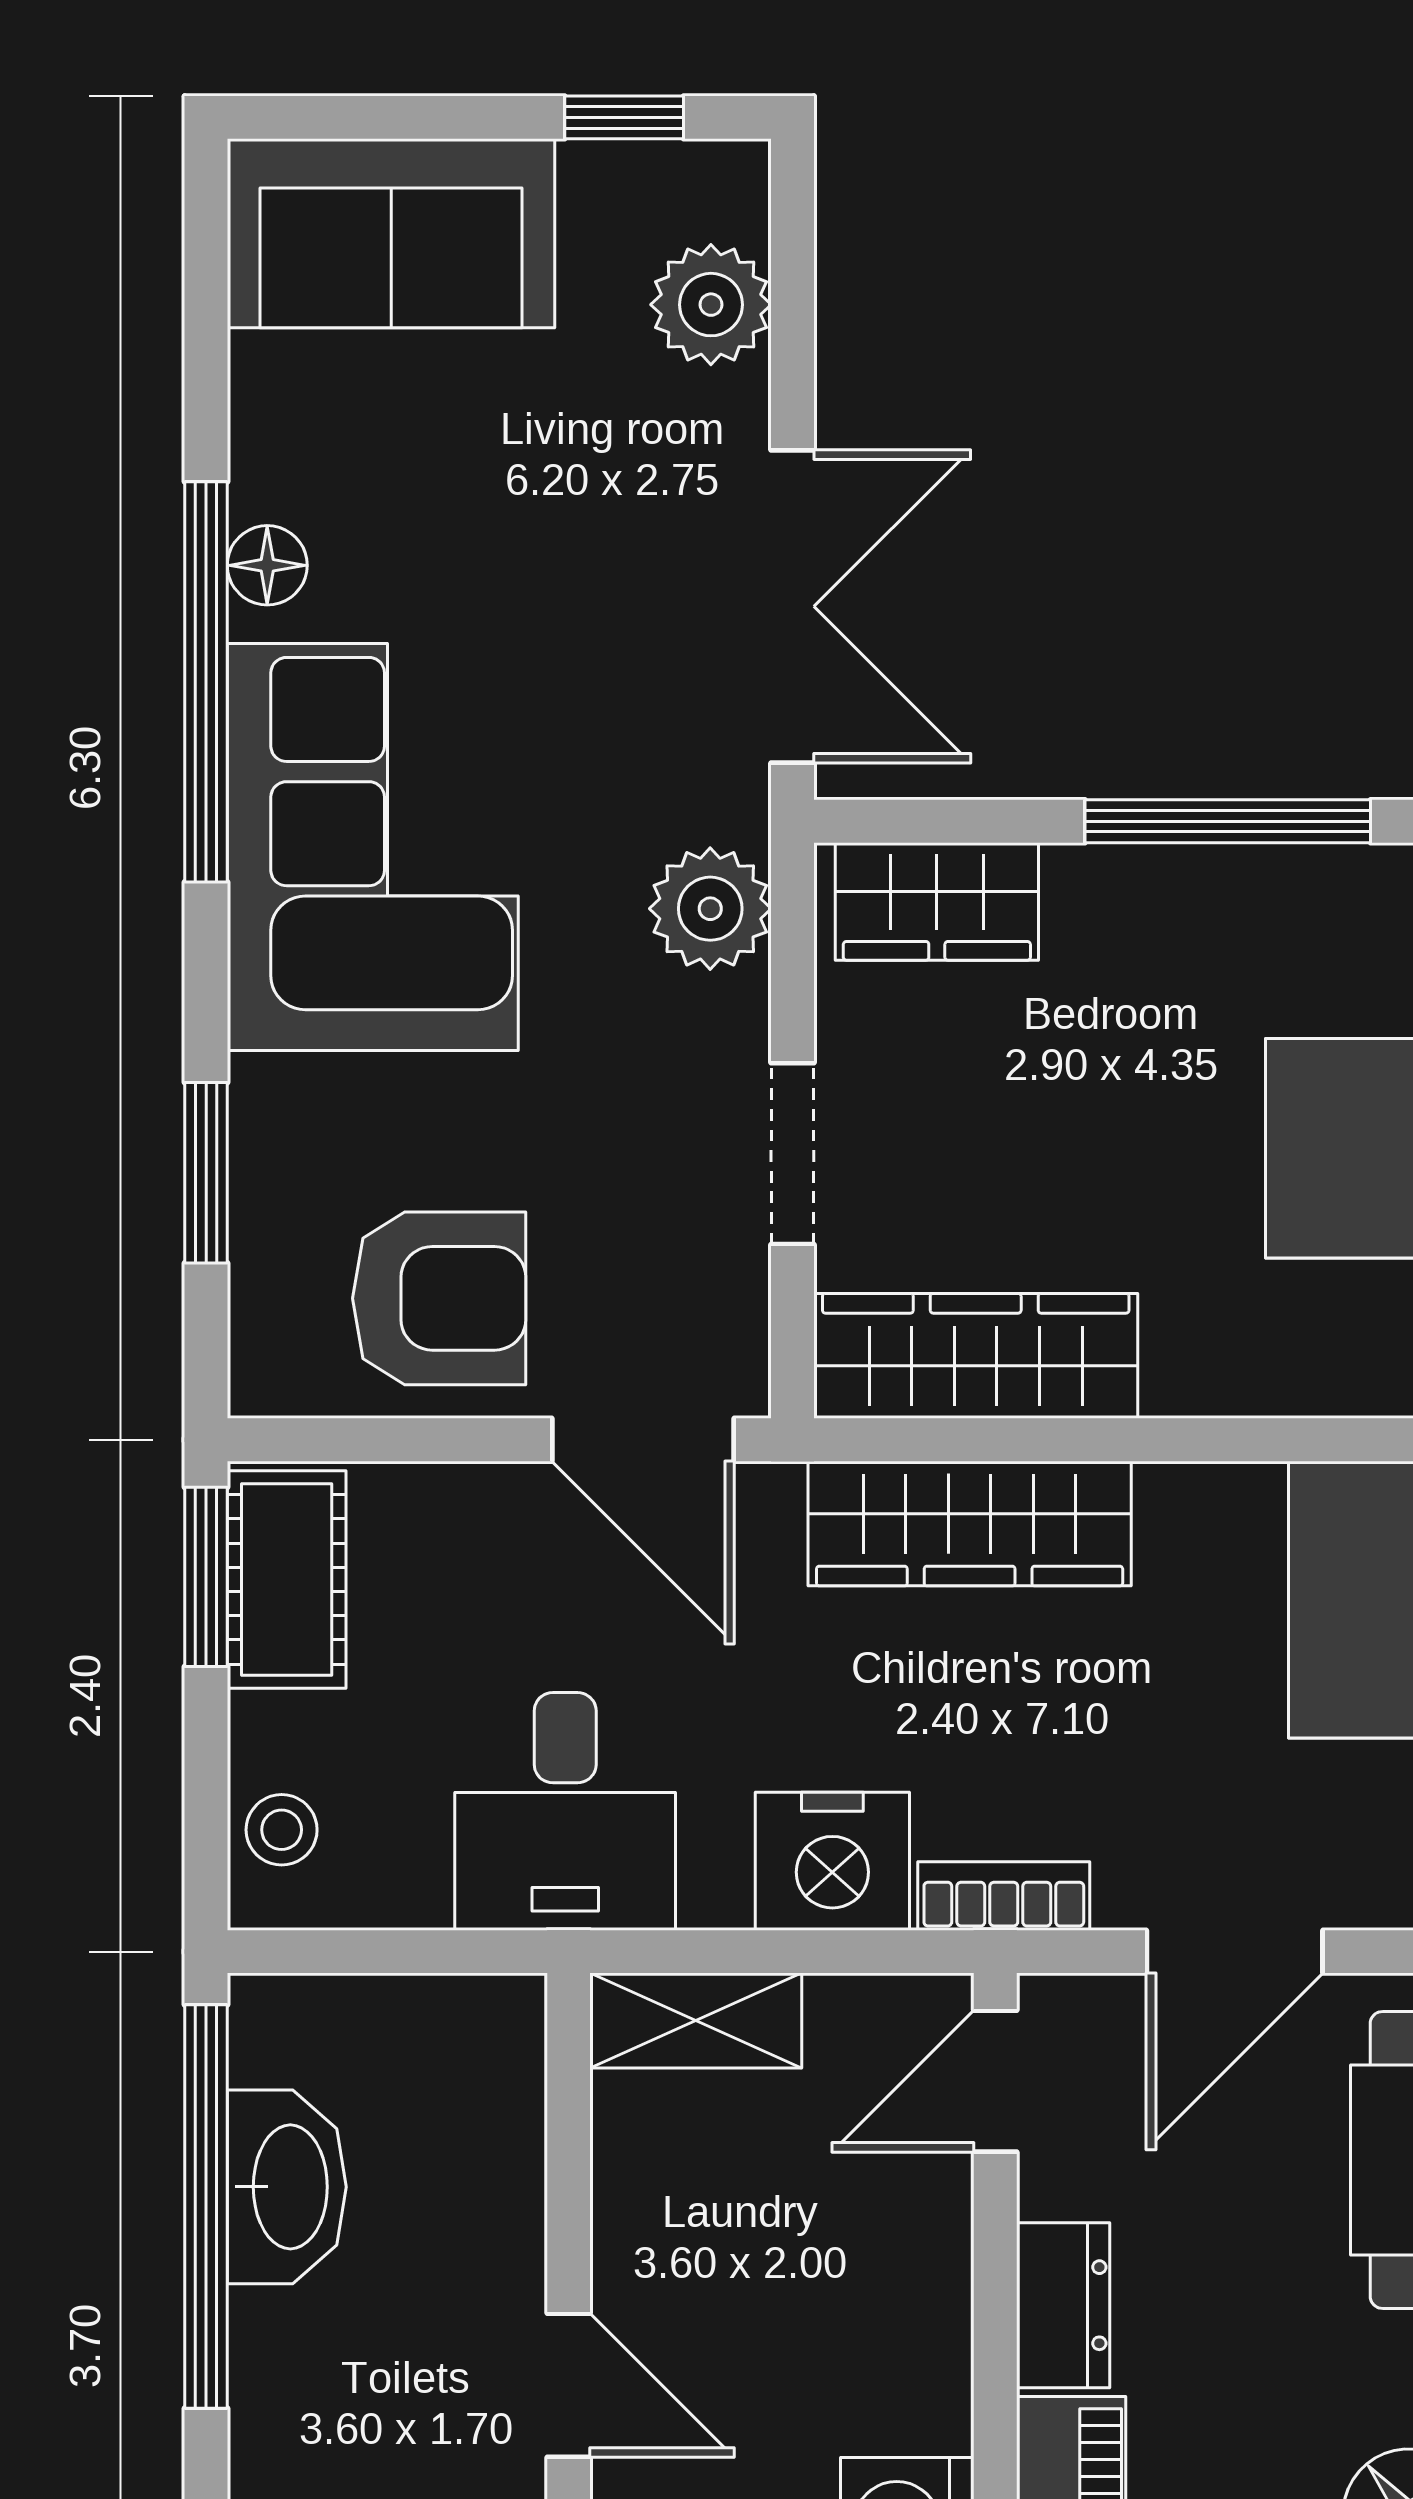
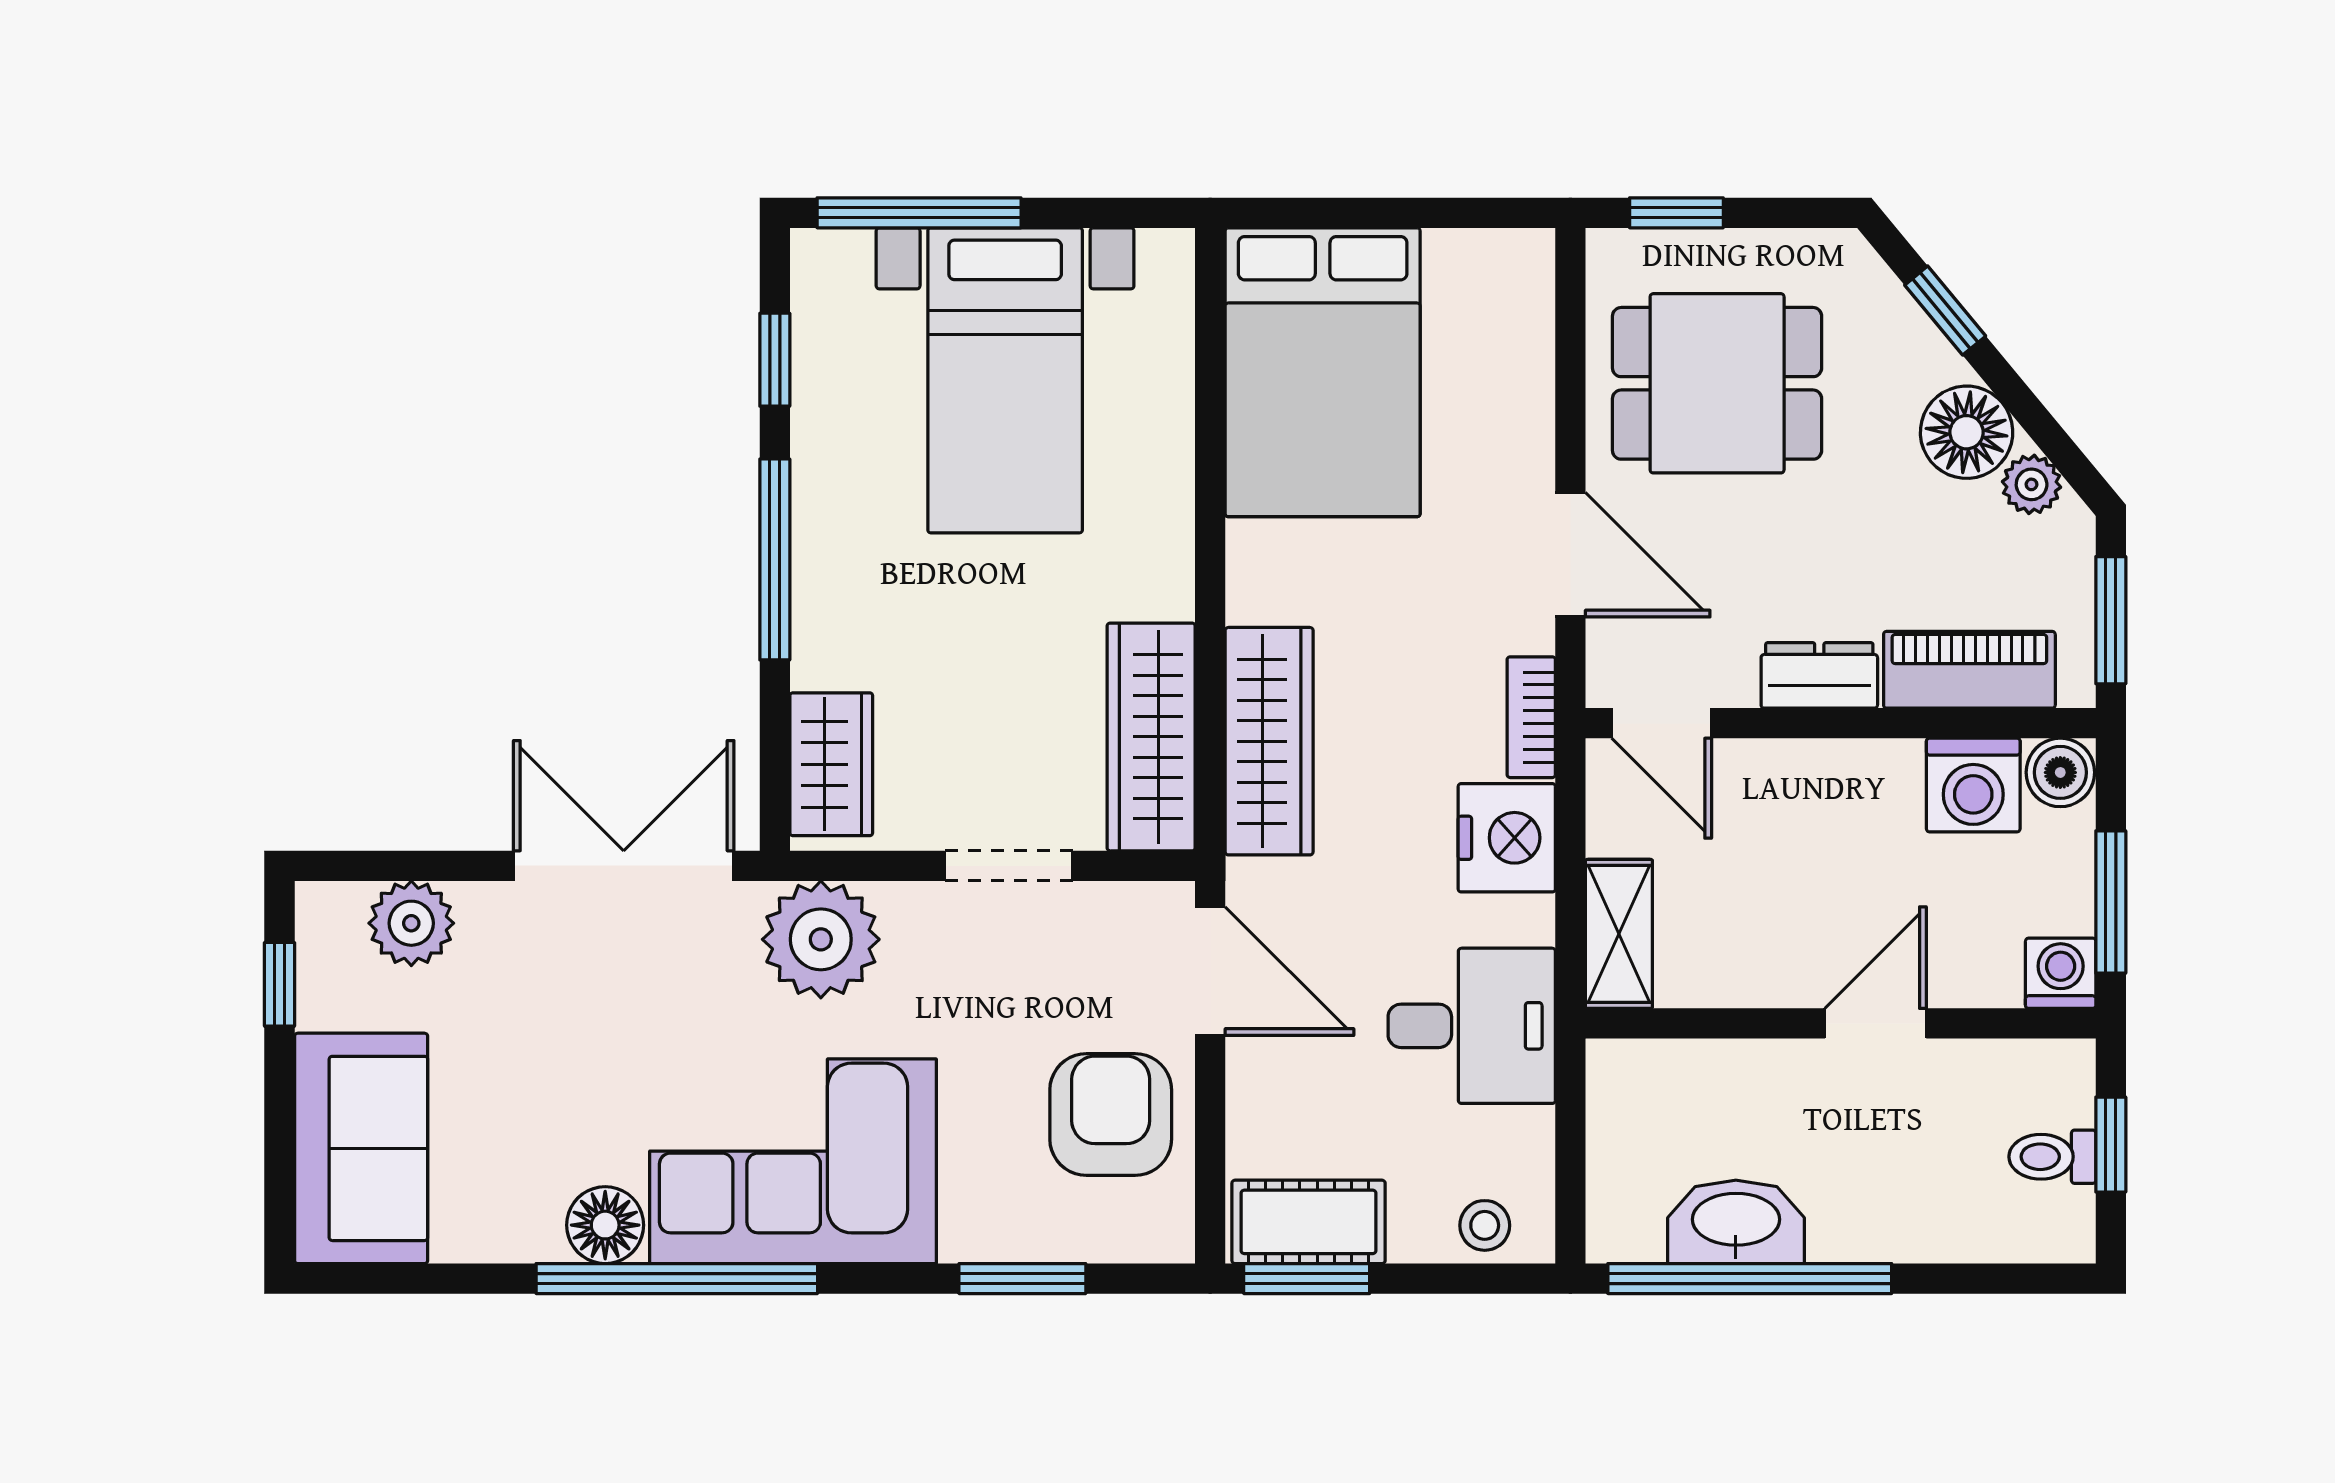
floor lamp: (267, 565) -> (605, 1225), width x1.37, depth x1.37
plant: (710, 909) -> (821, 939), width x1.36, depth x1.36
door: (643, 1440) -> (1210, 971), hinge flipped

